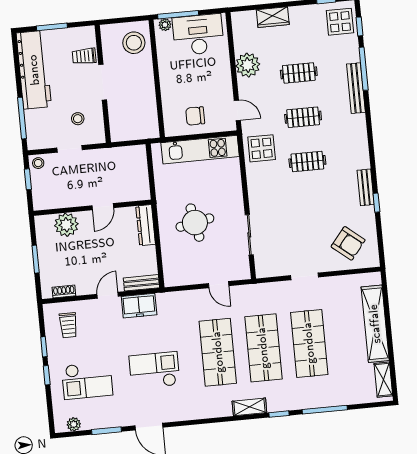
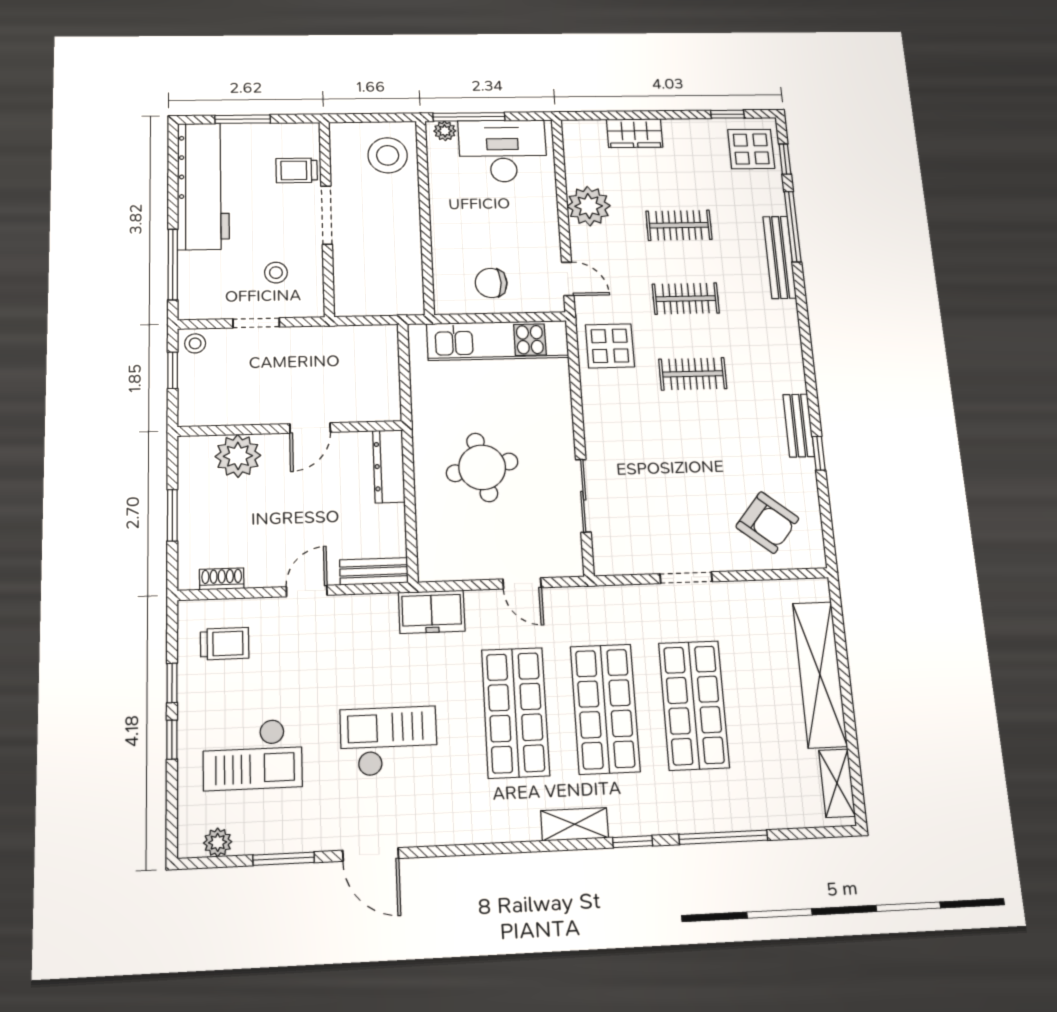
freezer: (139, 306) -> (432, 612), moved
trolley: (68, 325) -> (225, 644), turned -90

